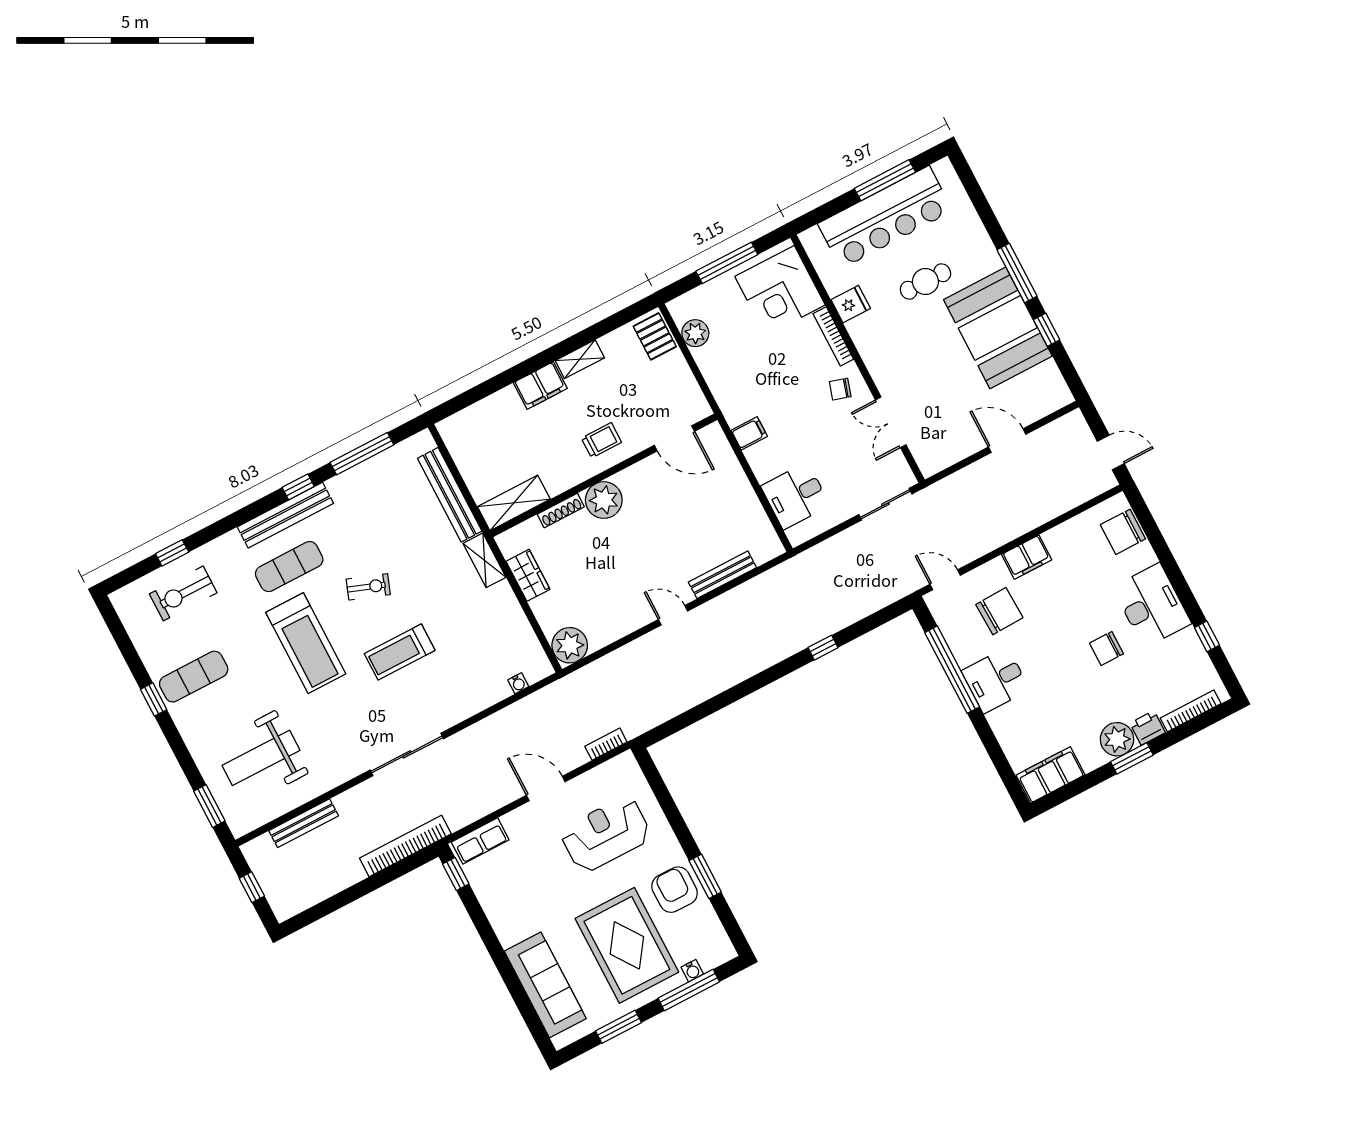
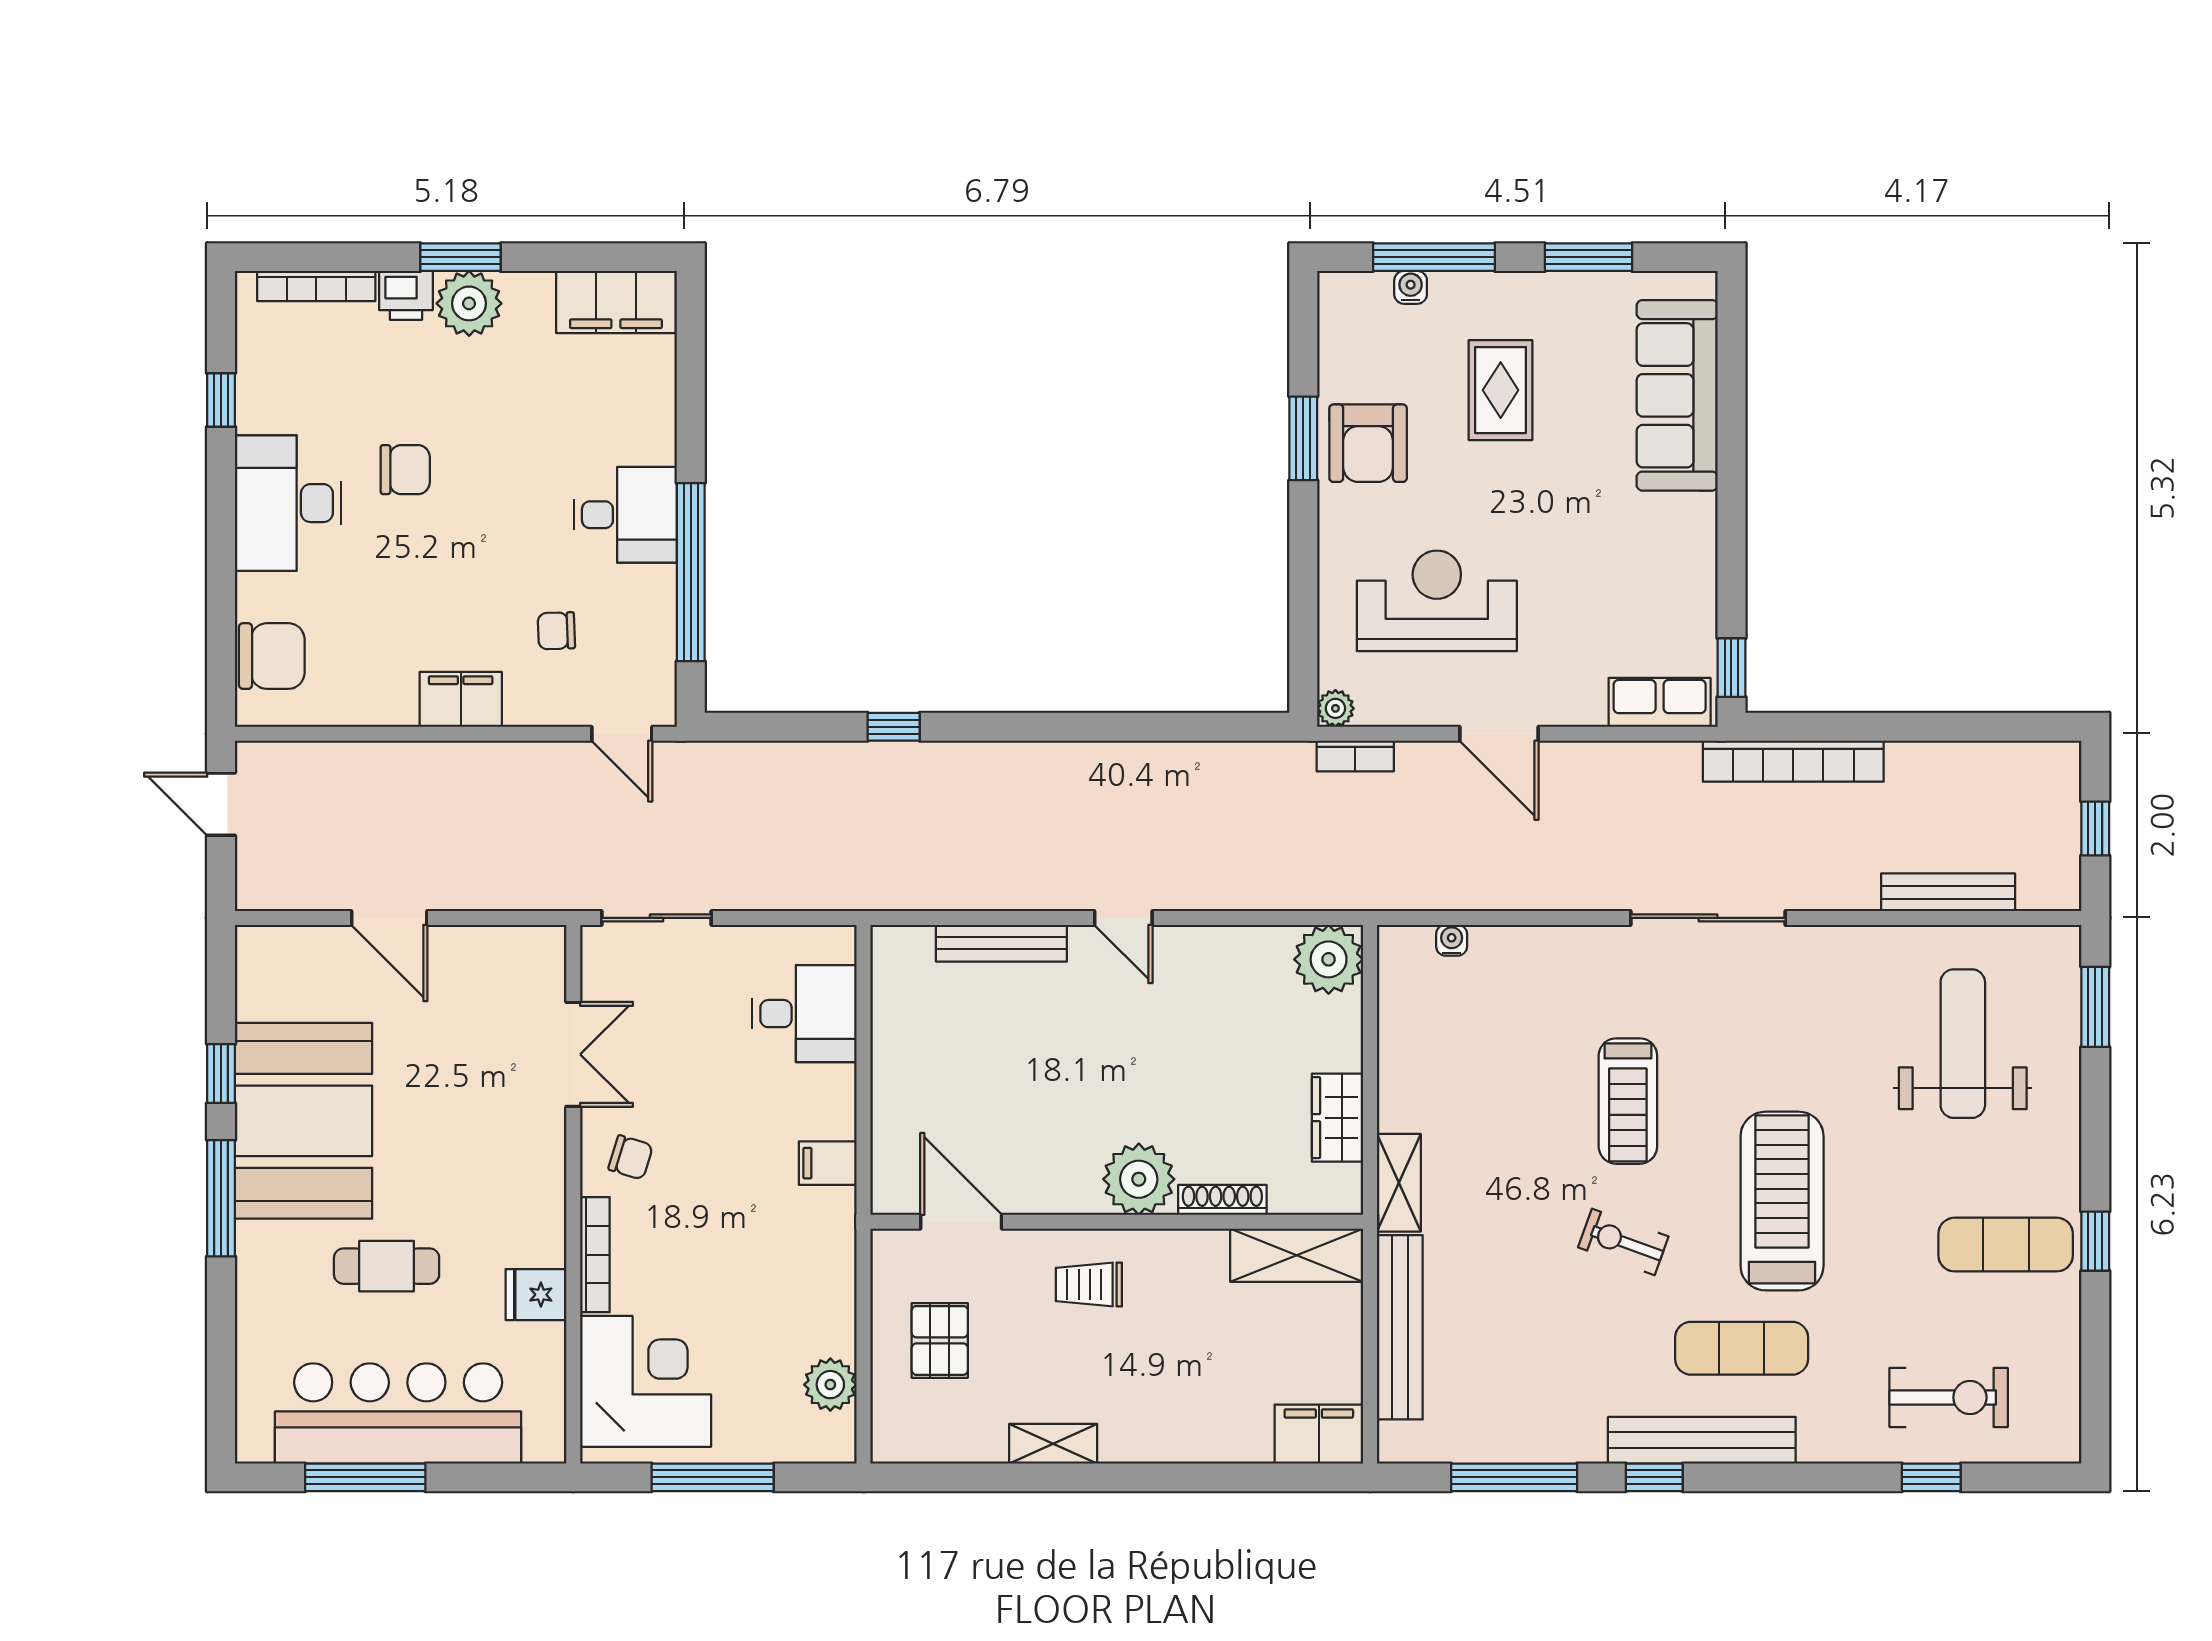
pallet: (655, 336) -> (940, 1340), moved
filing cabinet: (540, 386) -> (1319, 1434), moved
chair: (999, 611) -> (556, 631), width x0.54, depth x0.54
treadmill: (400, 652) -> (1628, 1101), turned 90
weight bench: (261, 758) -> (1963, 1044), turned -90
plant: (626, 761) -> (1335, 708), added
reception desk: (606, 834) -> (1437, 601), turned 180
rug: (627, 945) -> (1501, 390), width x0.54, depth x0.49

